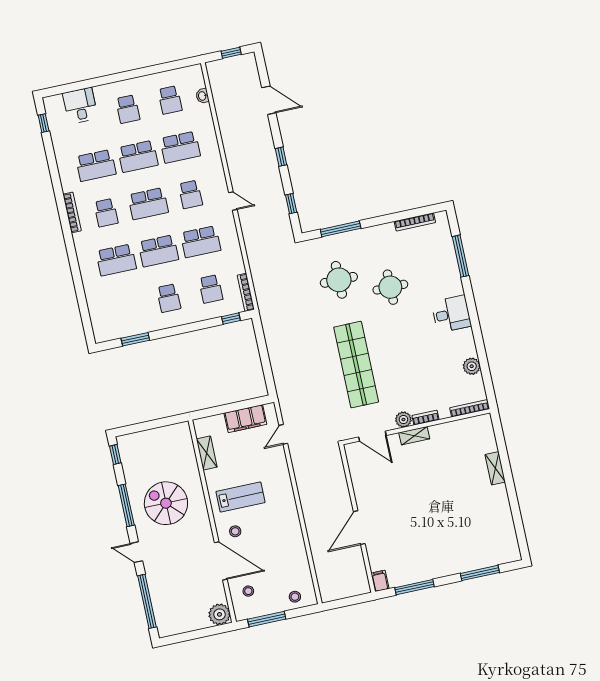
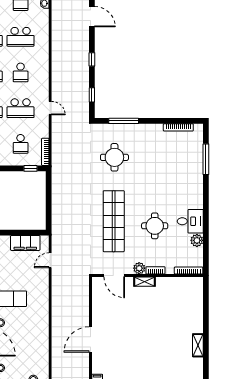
door: (233, 201) -> (50, 108), moved
round table: (390, 287) -> (155, 226), moved
desk: (451, 314) -> (190, 221), moved
shelving: (495, 468) -> (198, 345), moved

